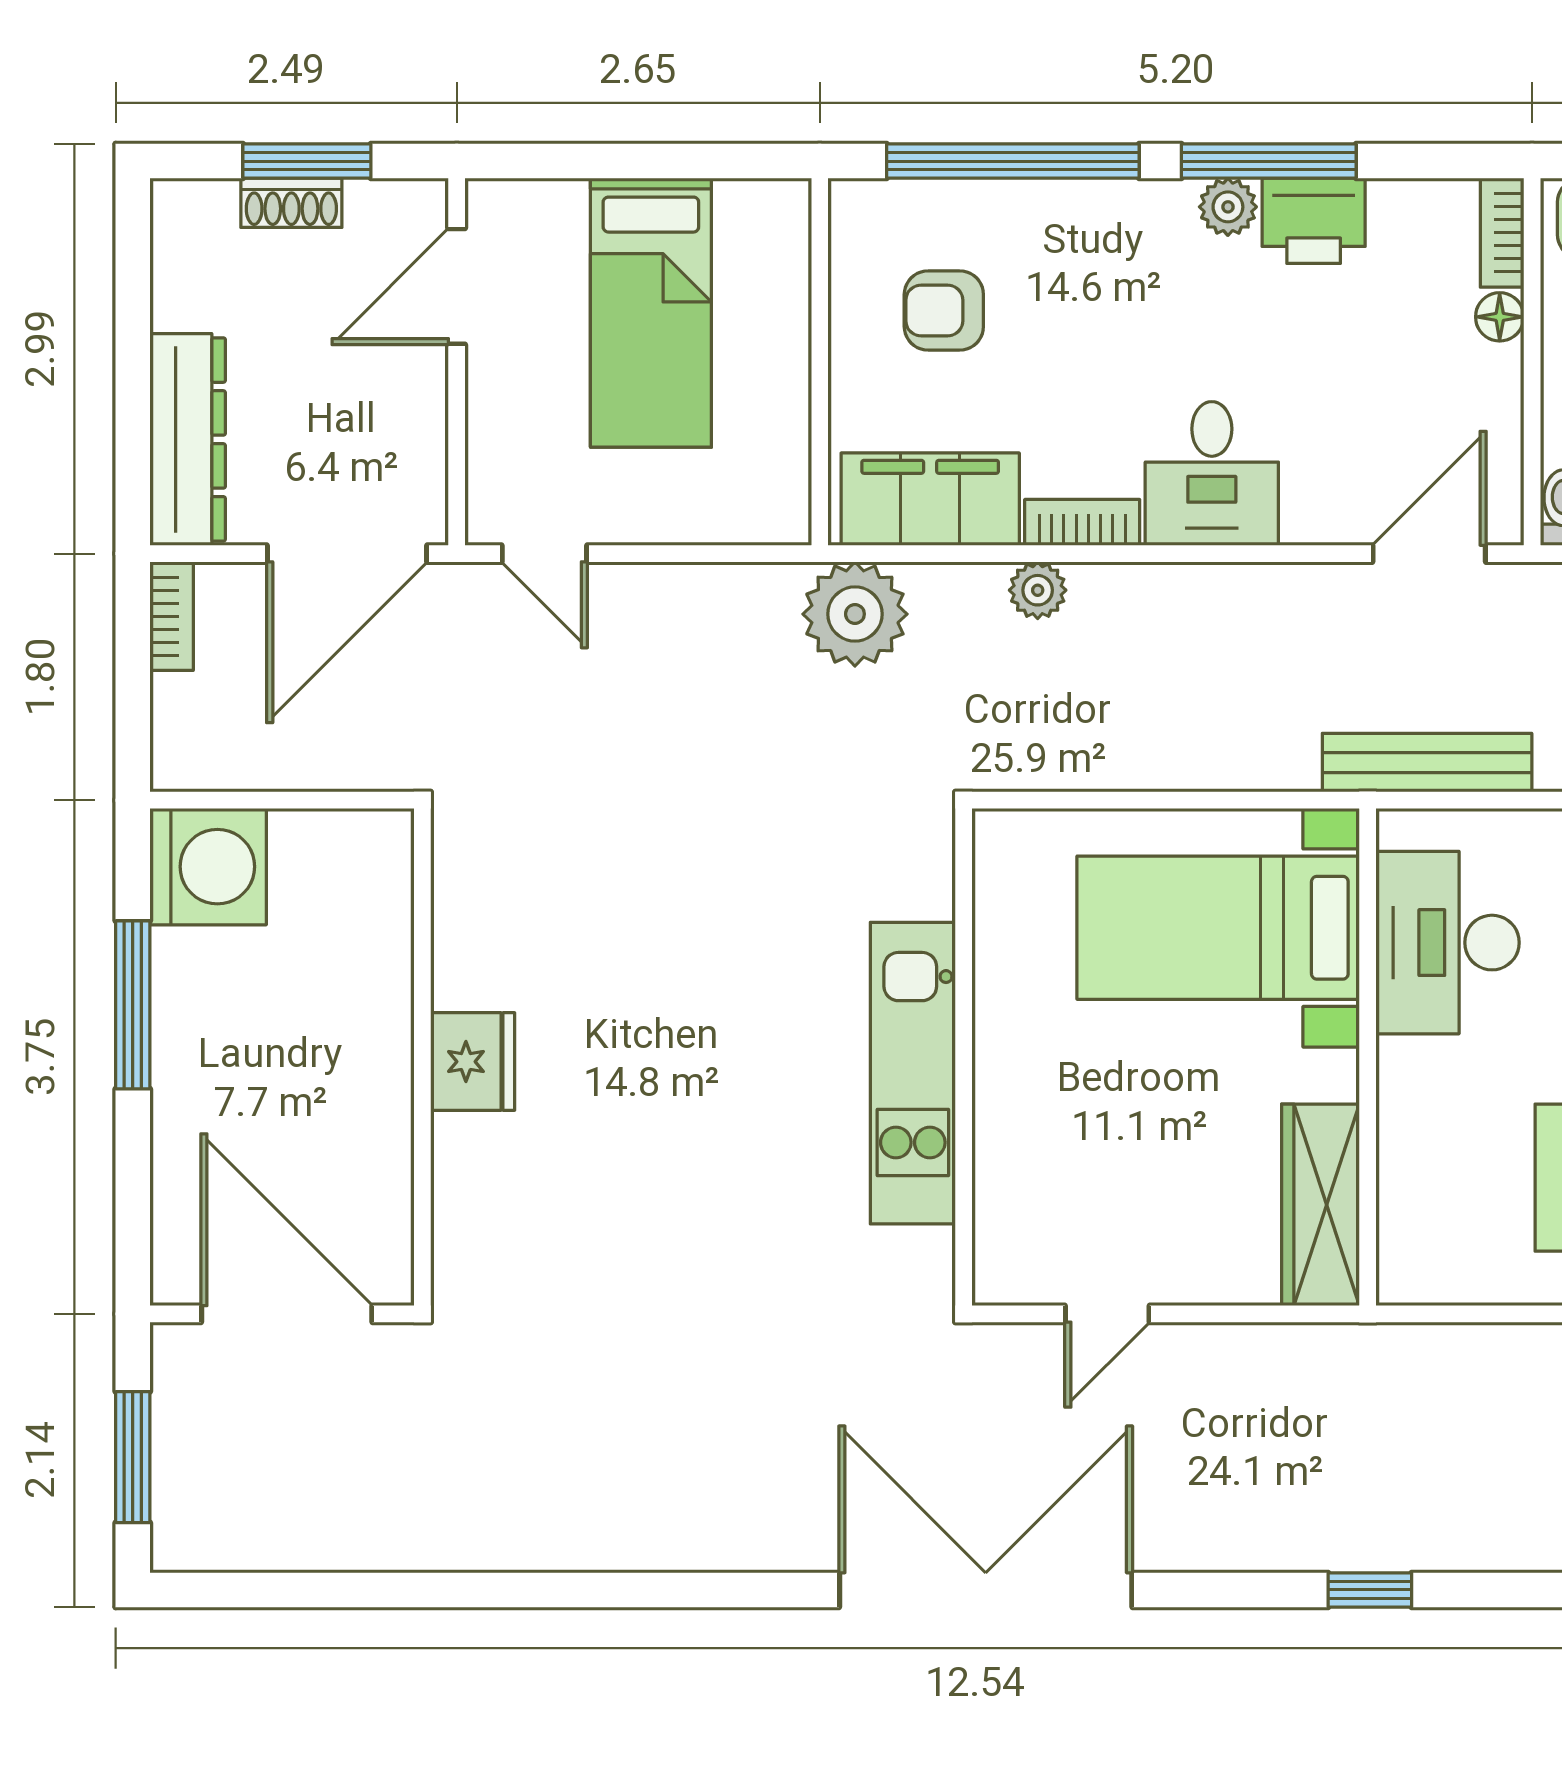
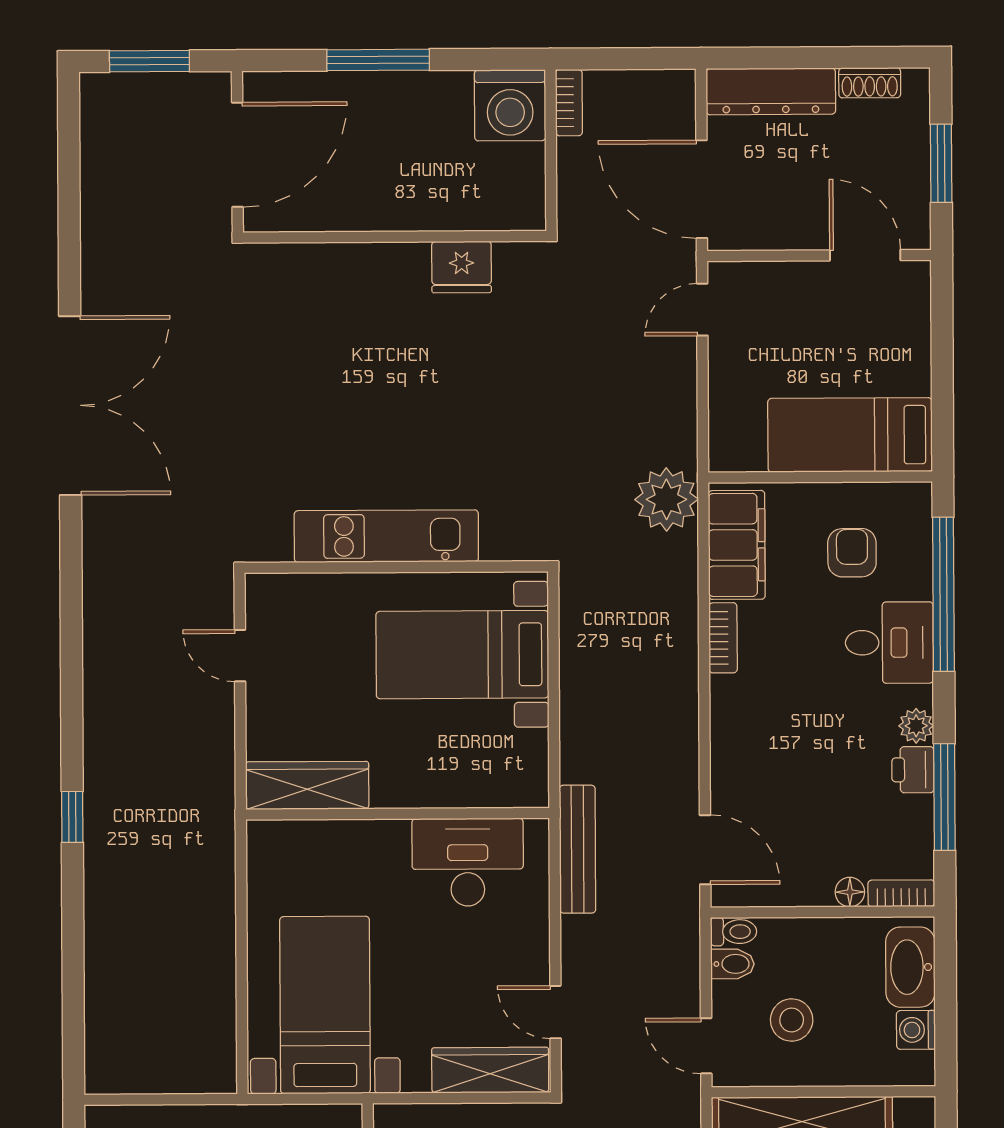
window: (1269, 161) -> (944, 797), moved
shoe rack: (291, 203) -> (870, 83), moved, turned -90
printer: (1314, 221) -> (913, 770), width x0.73, depth x0.81
bed: (651, 313) -> (850, 435), moved
desk: (1212, 474) -> (889, 643), moved, turned 180
plant: (1038, 590) -> (682, 611), removed
bookcase: (172, 616) -> (569, 103), moved, turned -90
bed with nightstands: (1218, 928) -> (462, 655), moved, turned -90
window: (133, 1005) -> (378, 60), moved
fridge: (473, 1062) -> (462, 267), moved
double door: (986, 1590) -> (70, 406), moved

